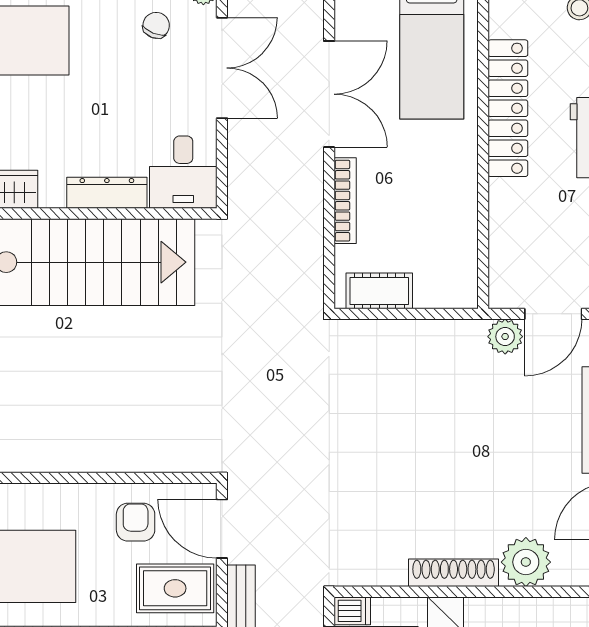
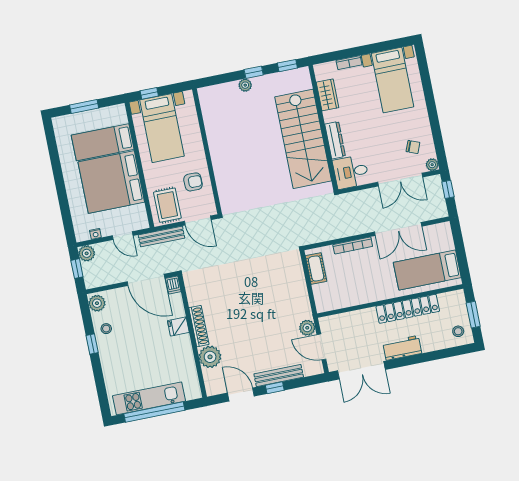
door: (222, 529) -> (198, 220), swing flipped

